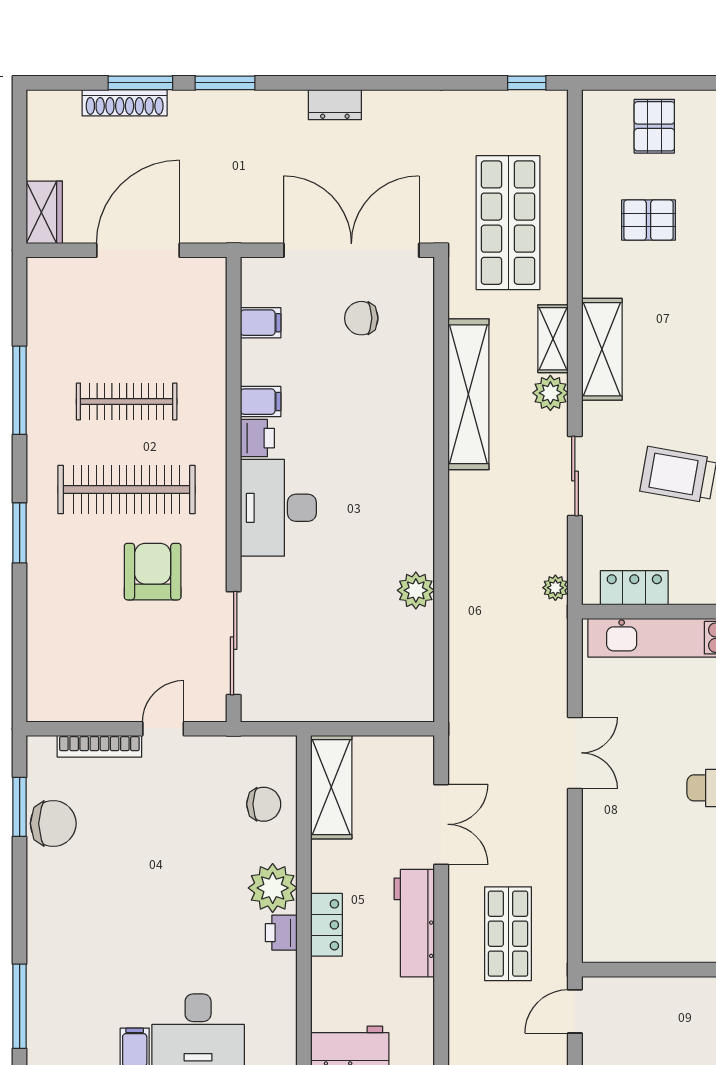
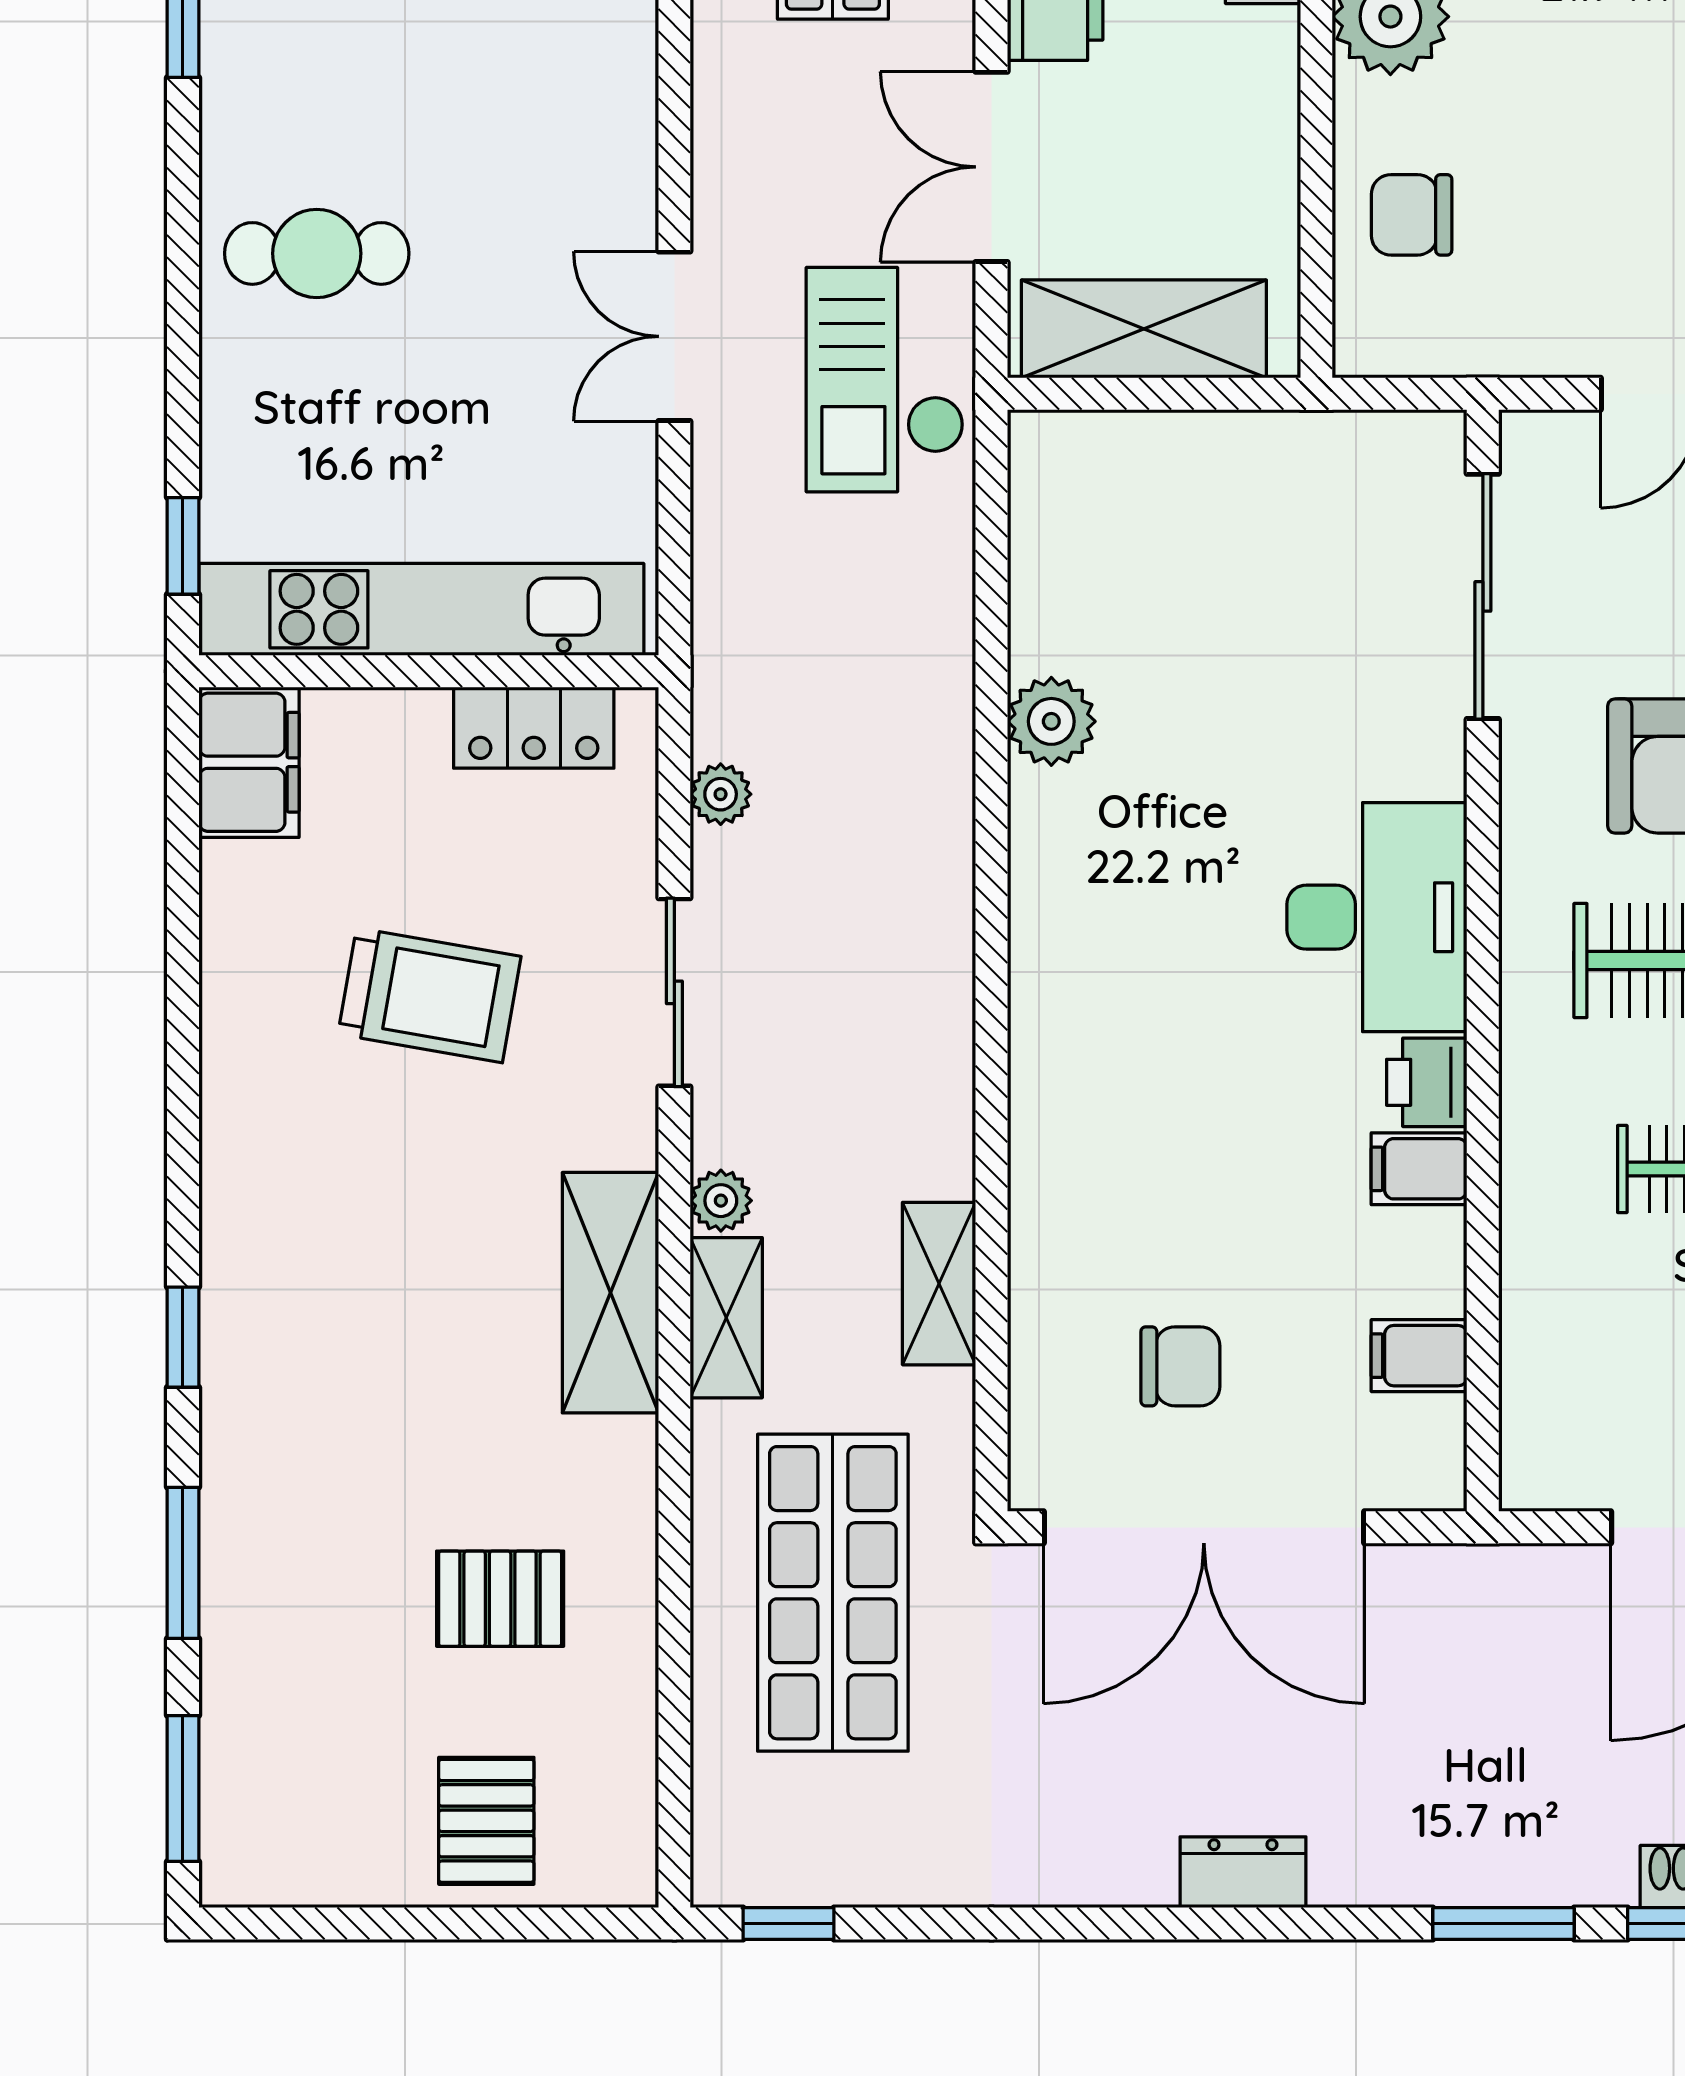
plant: (550, 393) -> (721, 1201), width x0.73, depth x0.73
shelving: (468, 394) -> (939, 1284), width x0.45, depth x0.75
plant: (555, 588) -> (721, 794), moved
checkout: (486, 735) -> (885, 380), added
shelving: (331, 787) -> (1144, 329), moved, turned 90

